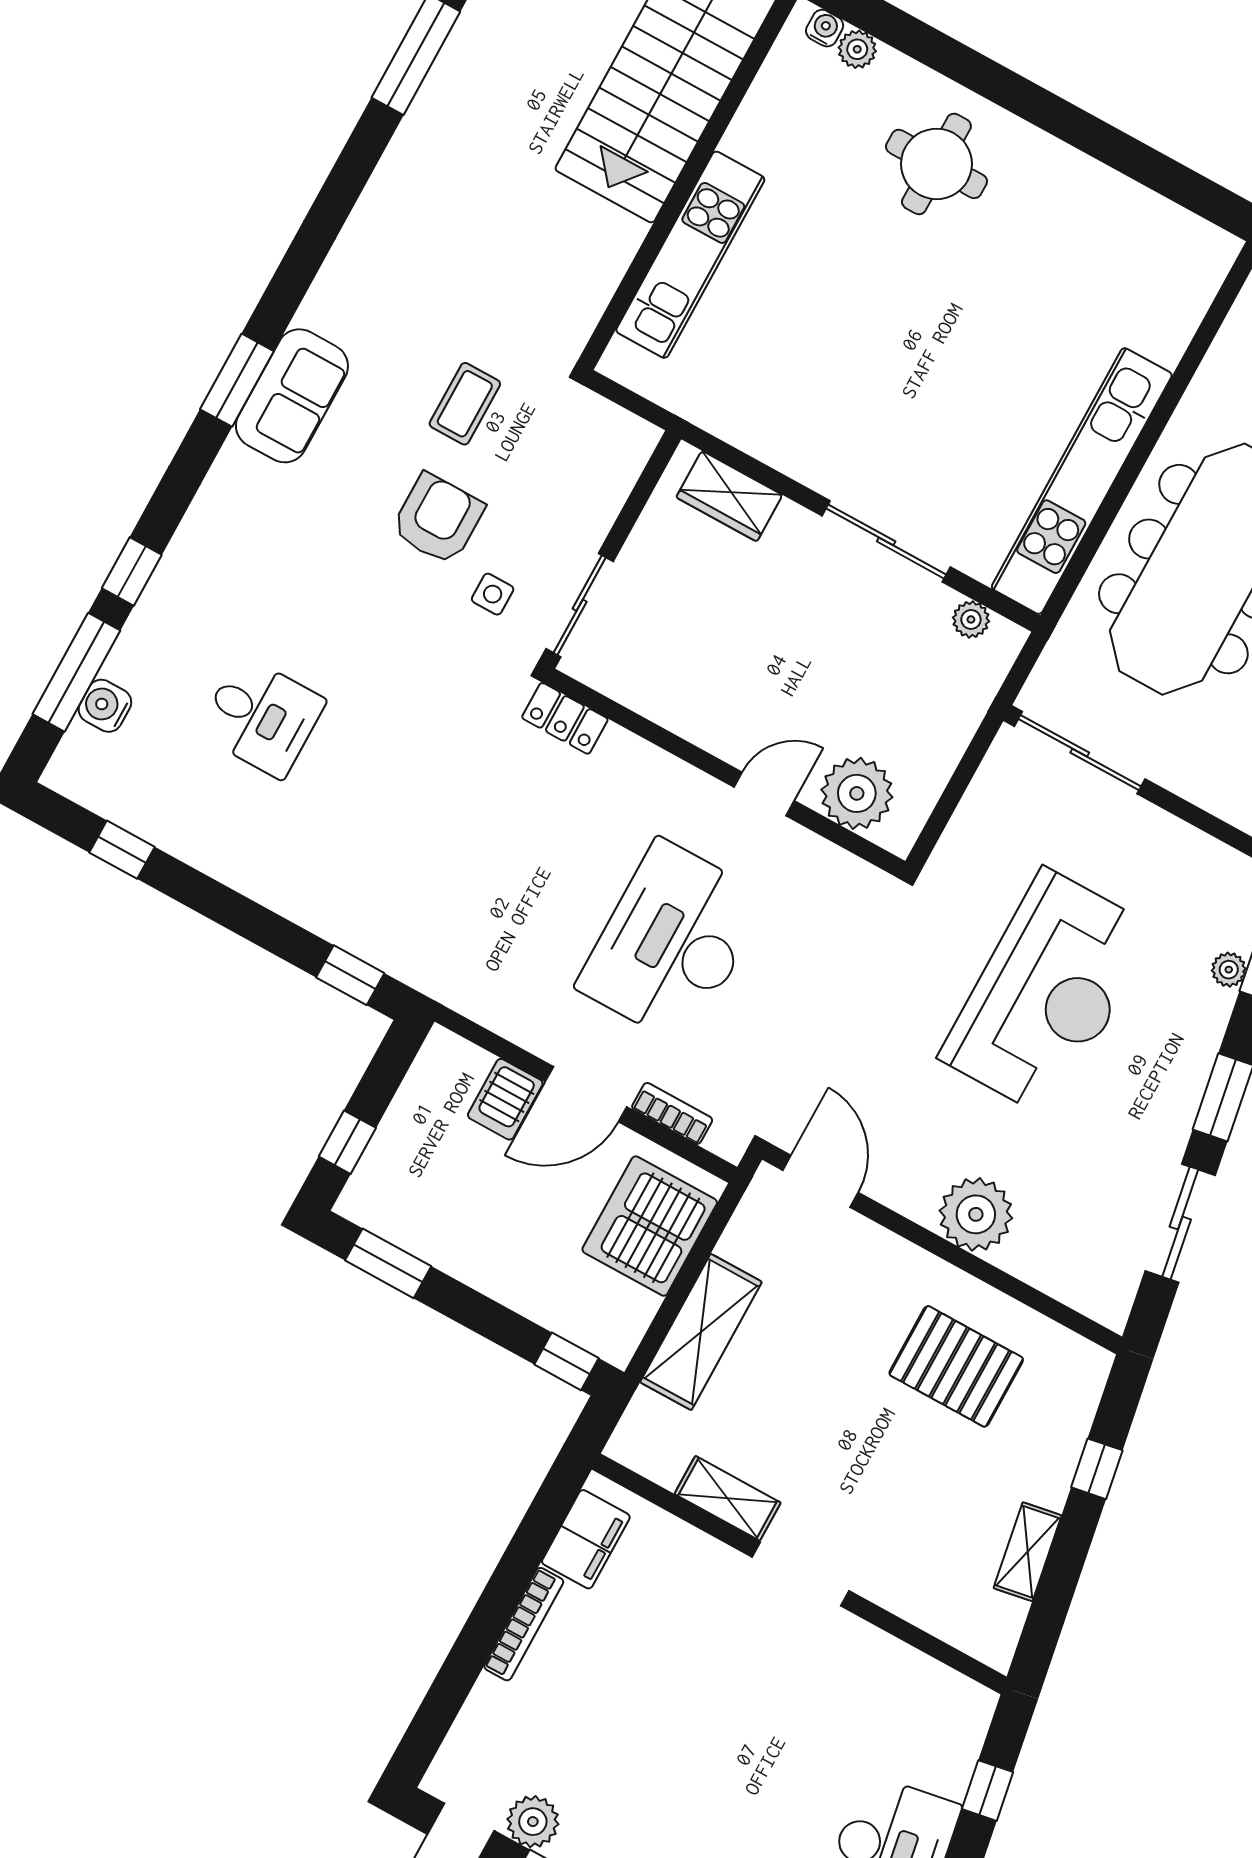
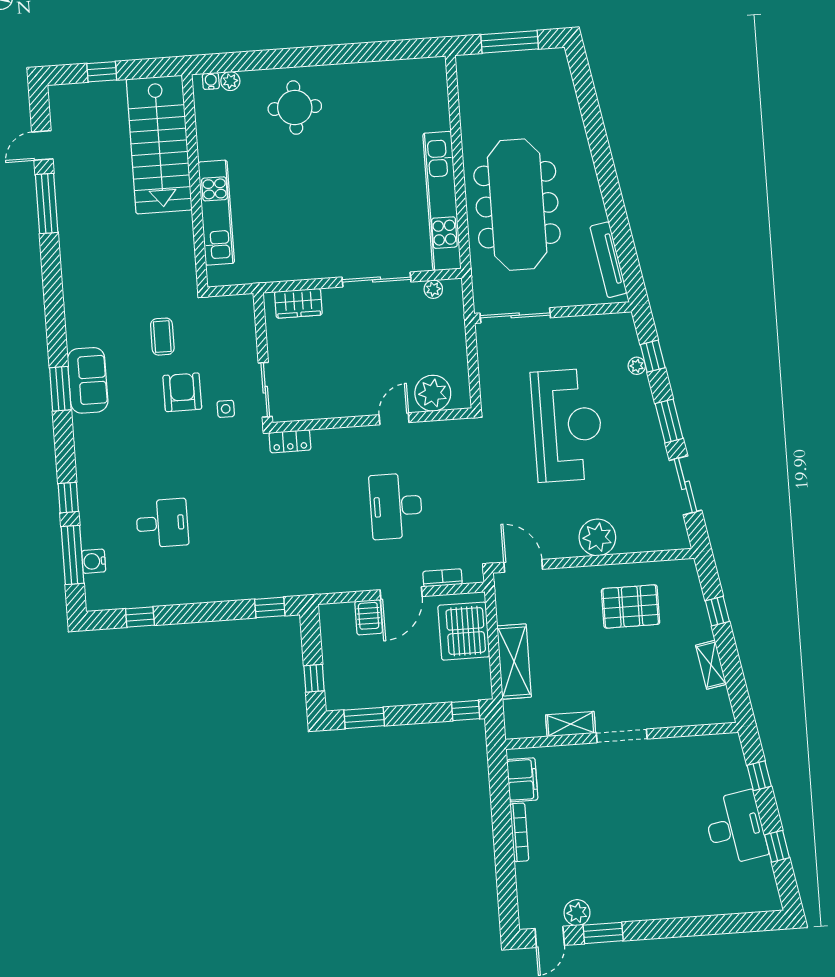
desk: (672, 943) -> (396, 506), width x0.73, depth x0.77

